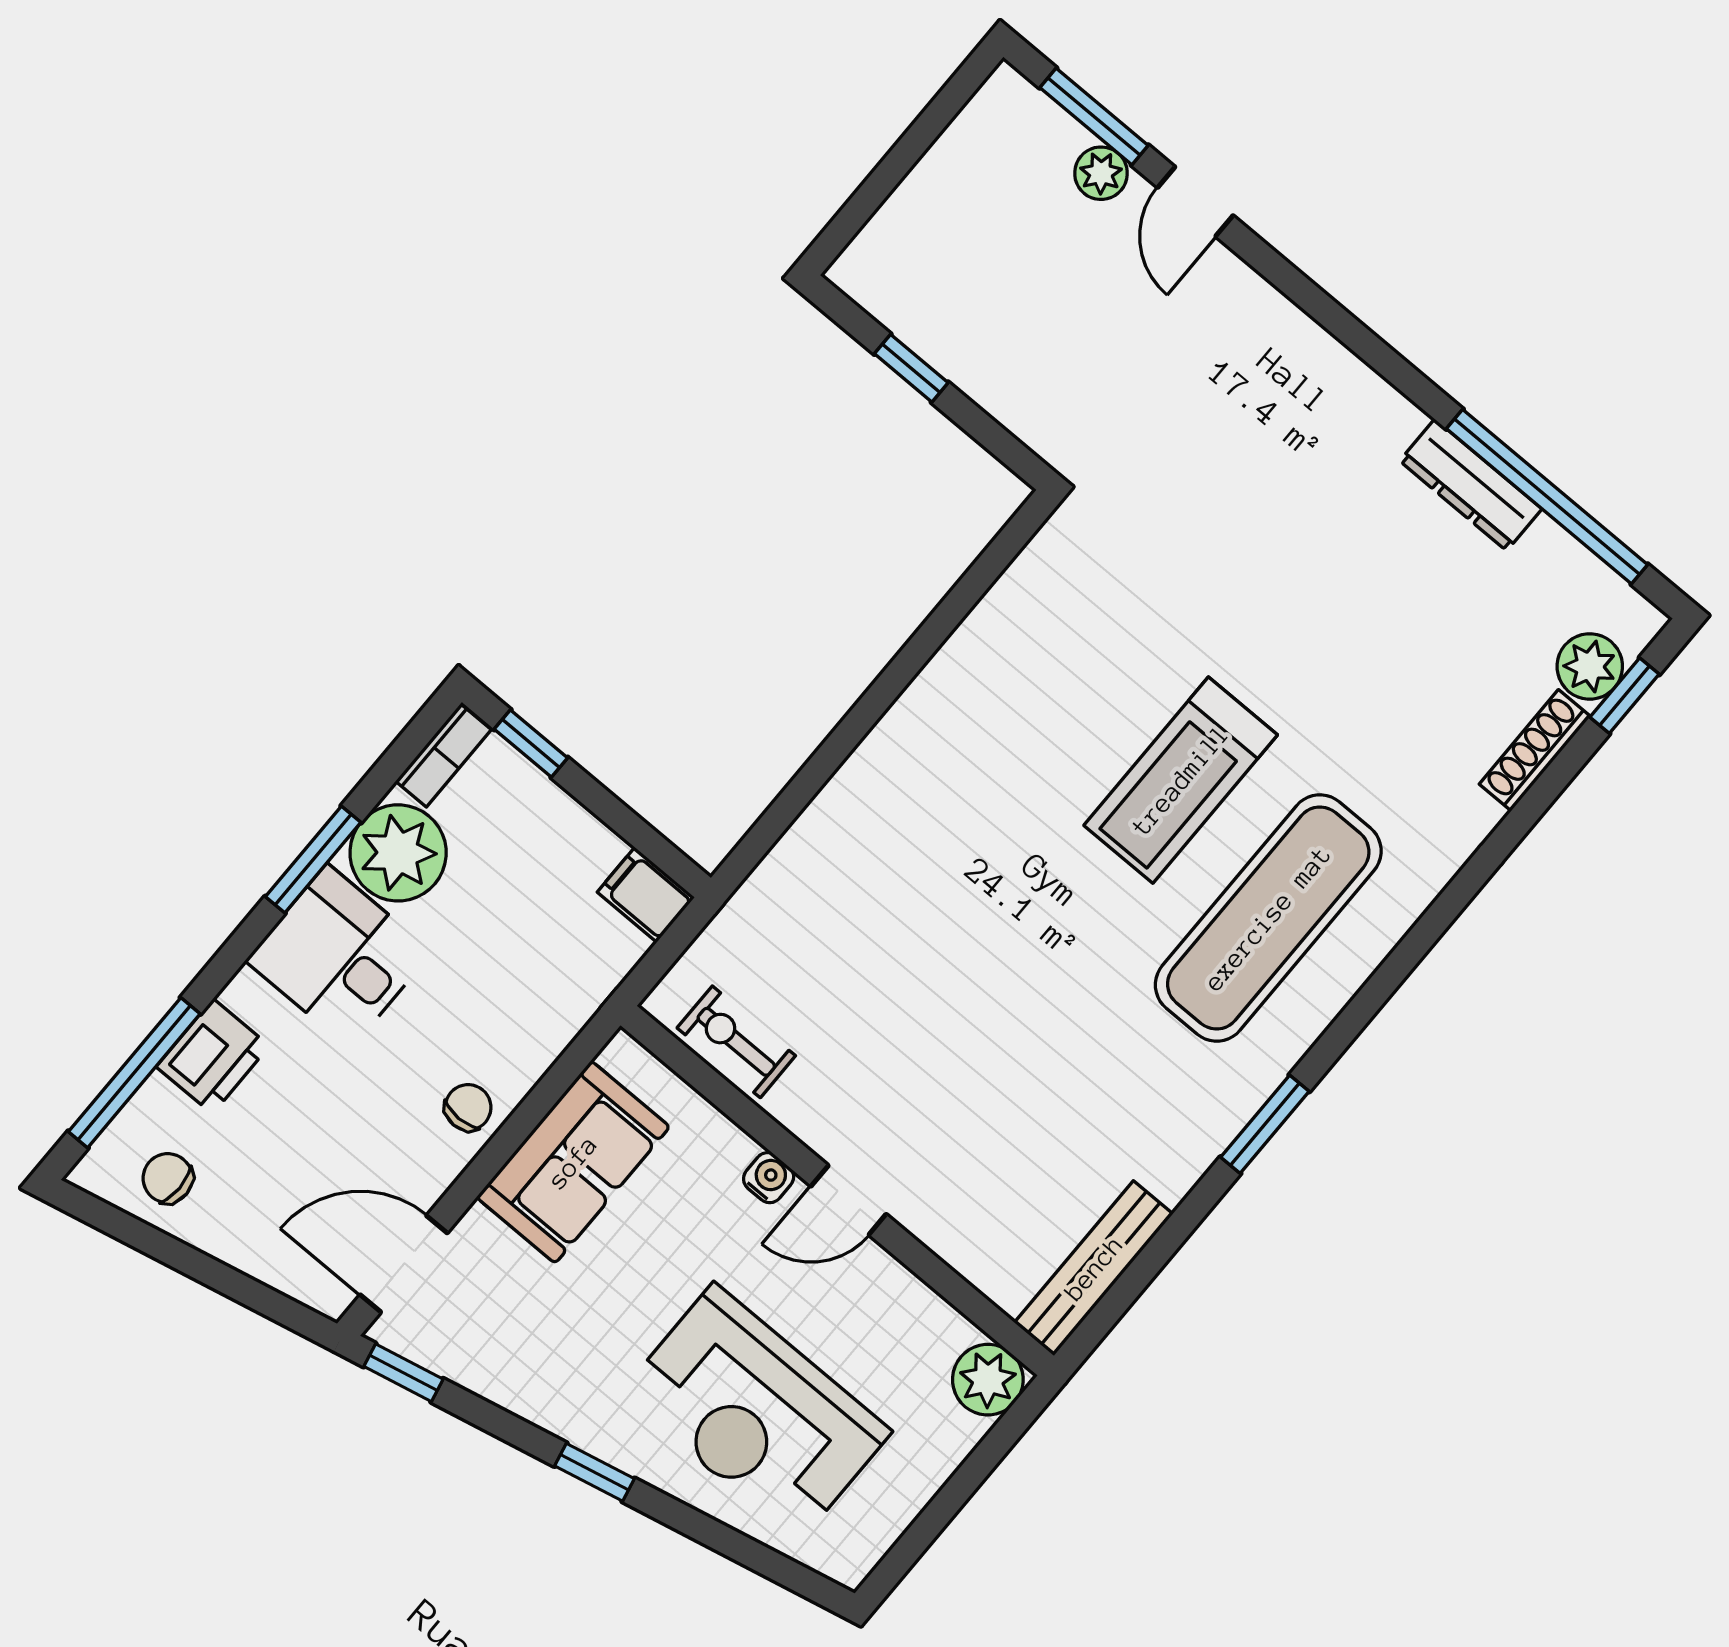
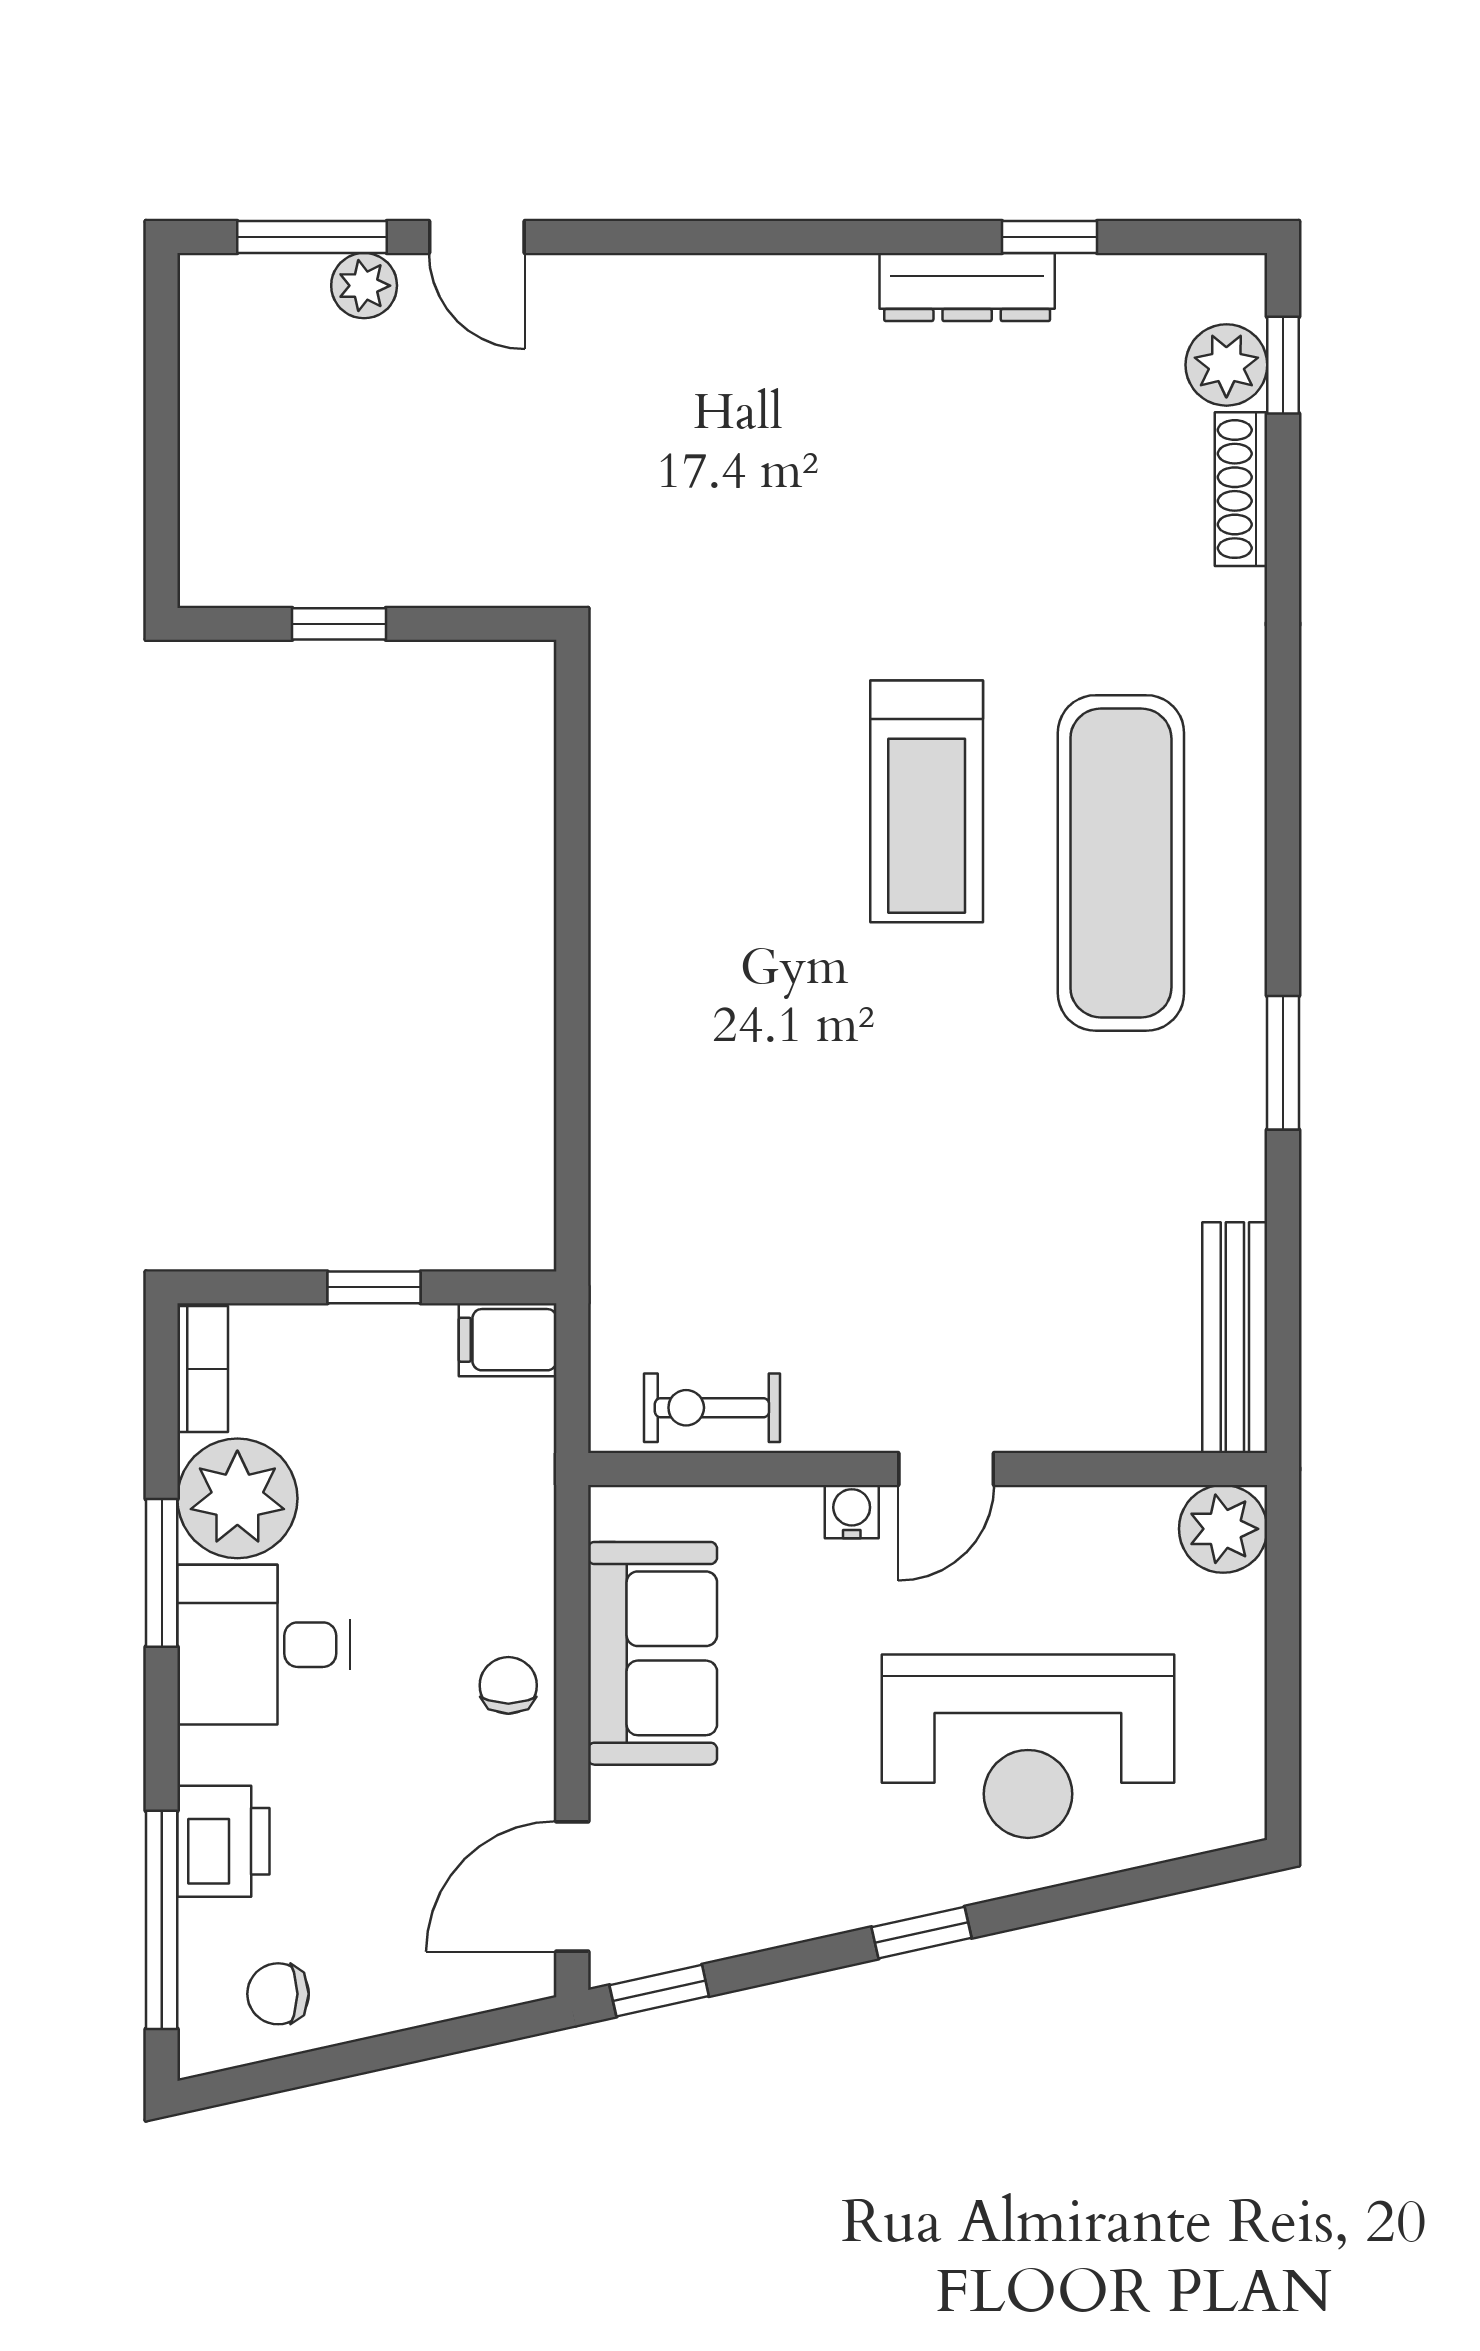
window: (1547, 497) -> (1049, 237), width x0.32
window: (531, 744) -> (374, 1287), moved

